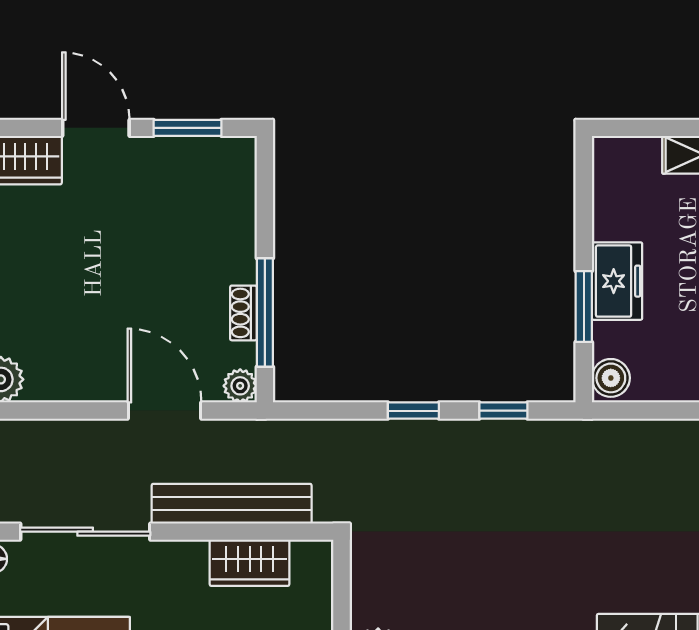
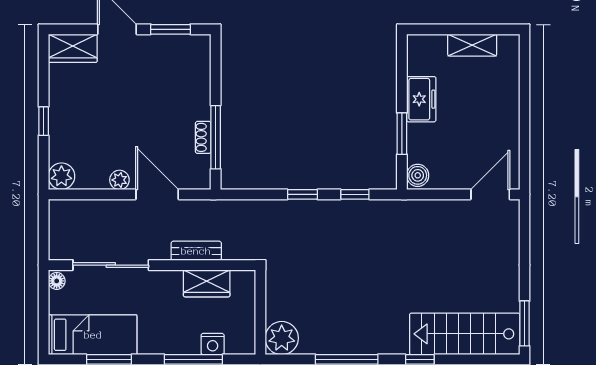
freezer: (617, 281) -> (421, 99), moved
plant: (240, 386) -> (119, 180), moved
bench: (232, 504) -> (196, 251), width x0.54, depth x0.82

